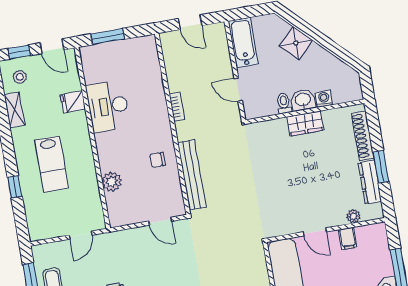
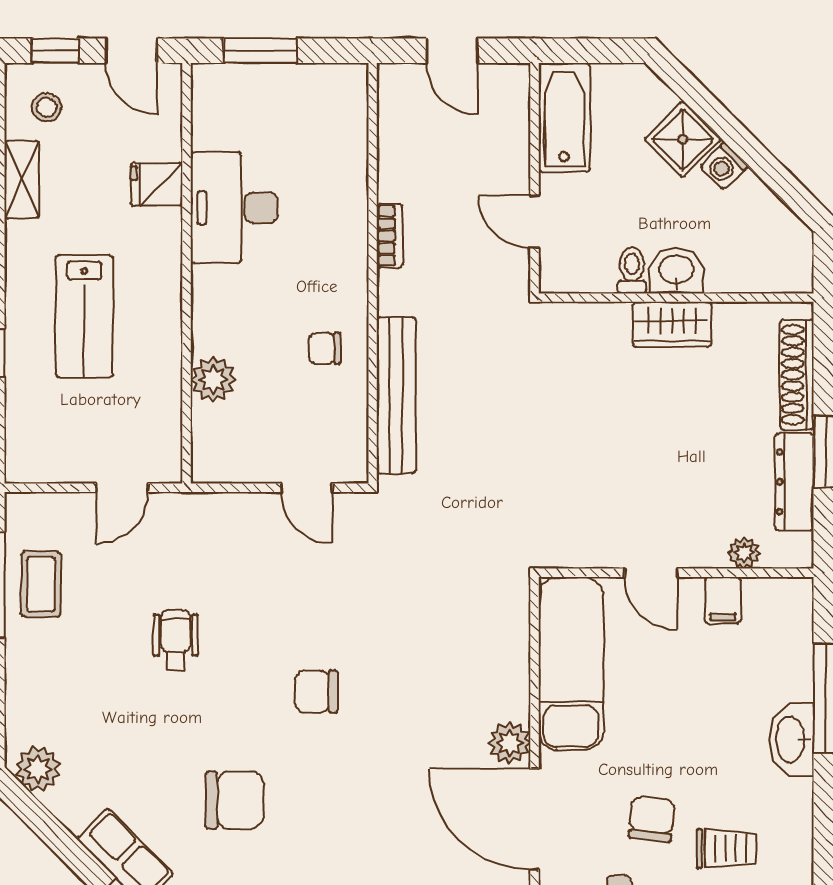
washing machine: (324, 99) -> (724, 166), moved, turned -135

